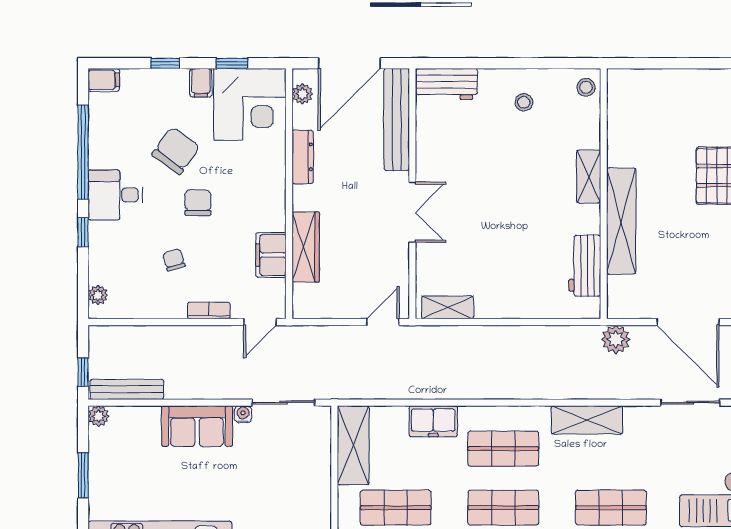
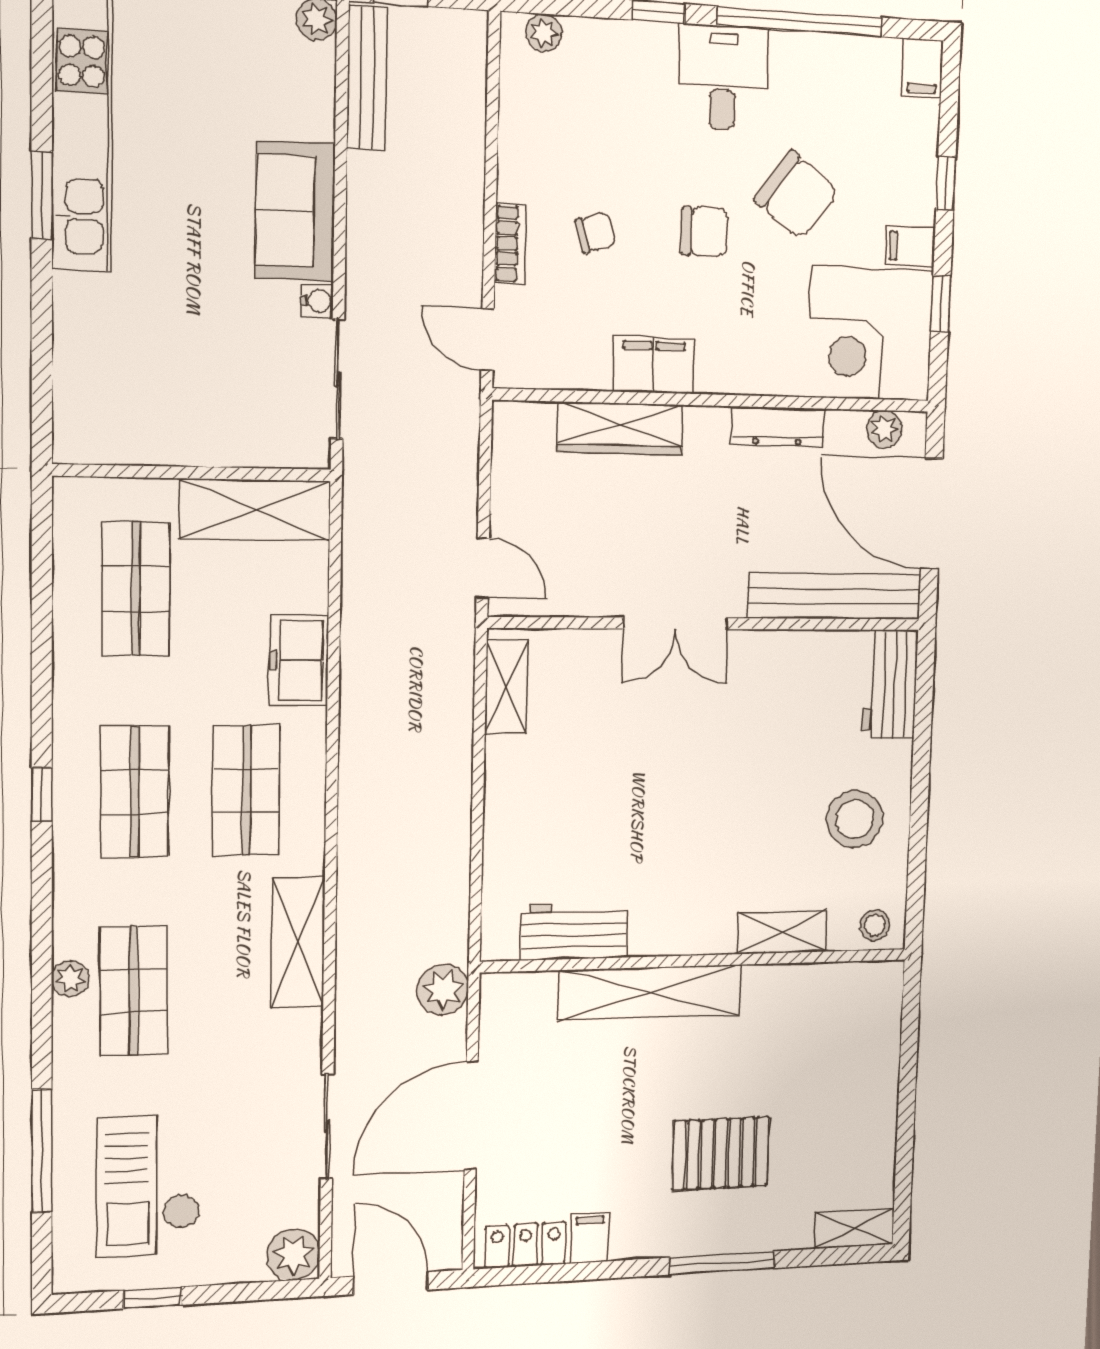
stool: (524, 102) -> (855, 819), width x1.89, depth x1.89
shelving: (589, 176) -> (782, 932), moved
filing cabinet: (271, 255) -> (654, 365), moved
chair: (174, 260) -> (595, 232), moved

